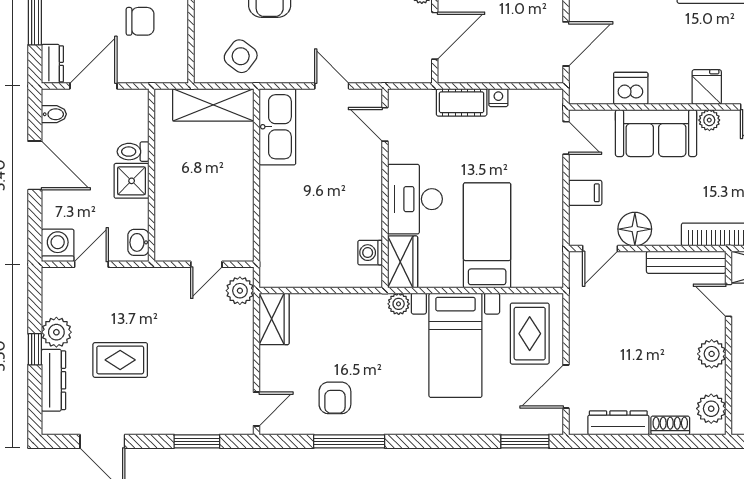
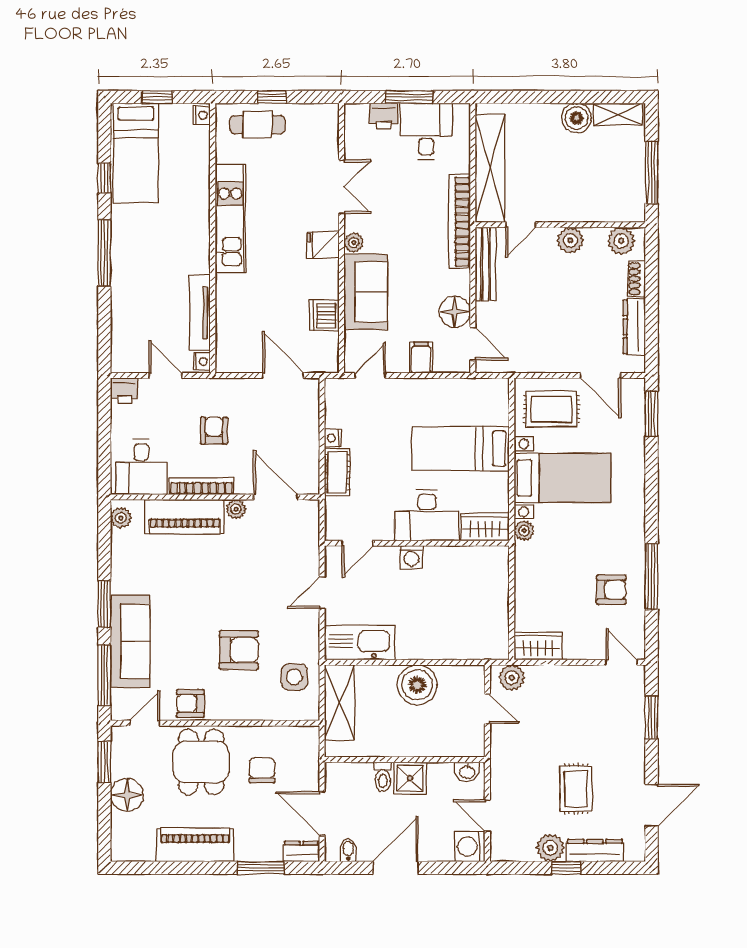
side table: (241, 56) -> (294, 677), turned -37
boiler: (232, 189) -> (417, 685), added
washing machine: (370, 253) -> (411, 557), moved

